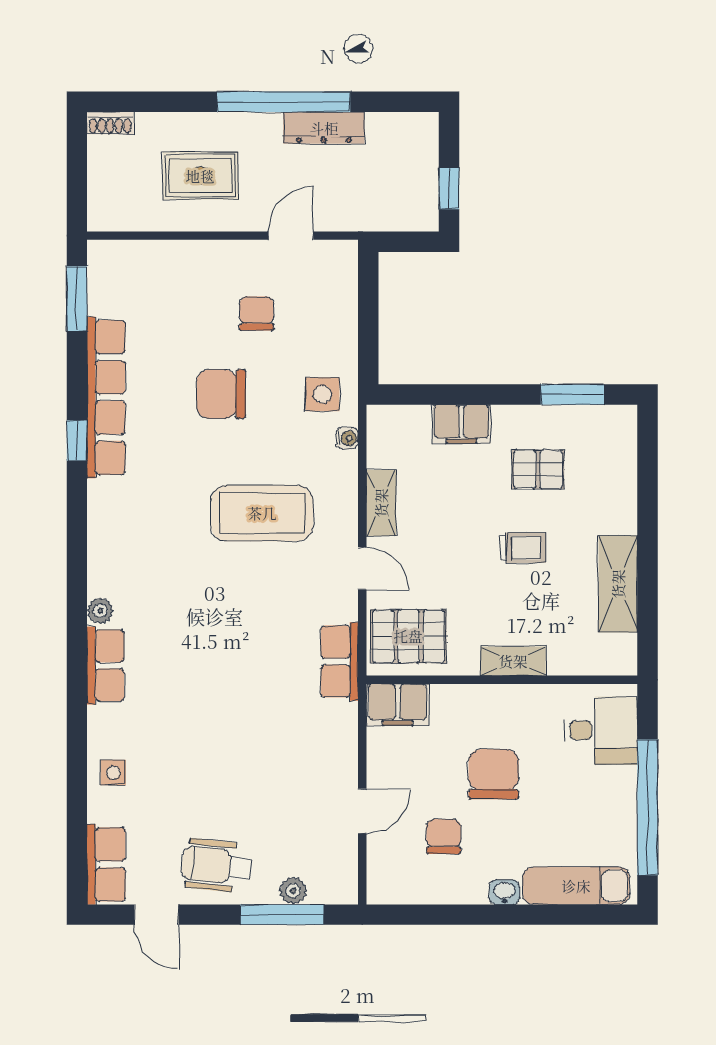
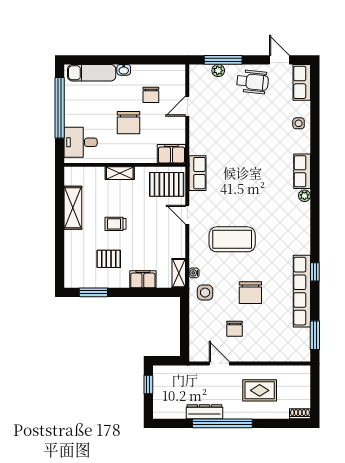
door: (291, 236) -> (219, 363), swing flipped
chair: (221, 394) -> (250, 293), turned 90
shelving: (381, 503) -> (179, 273), moved

